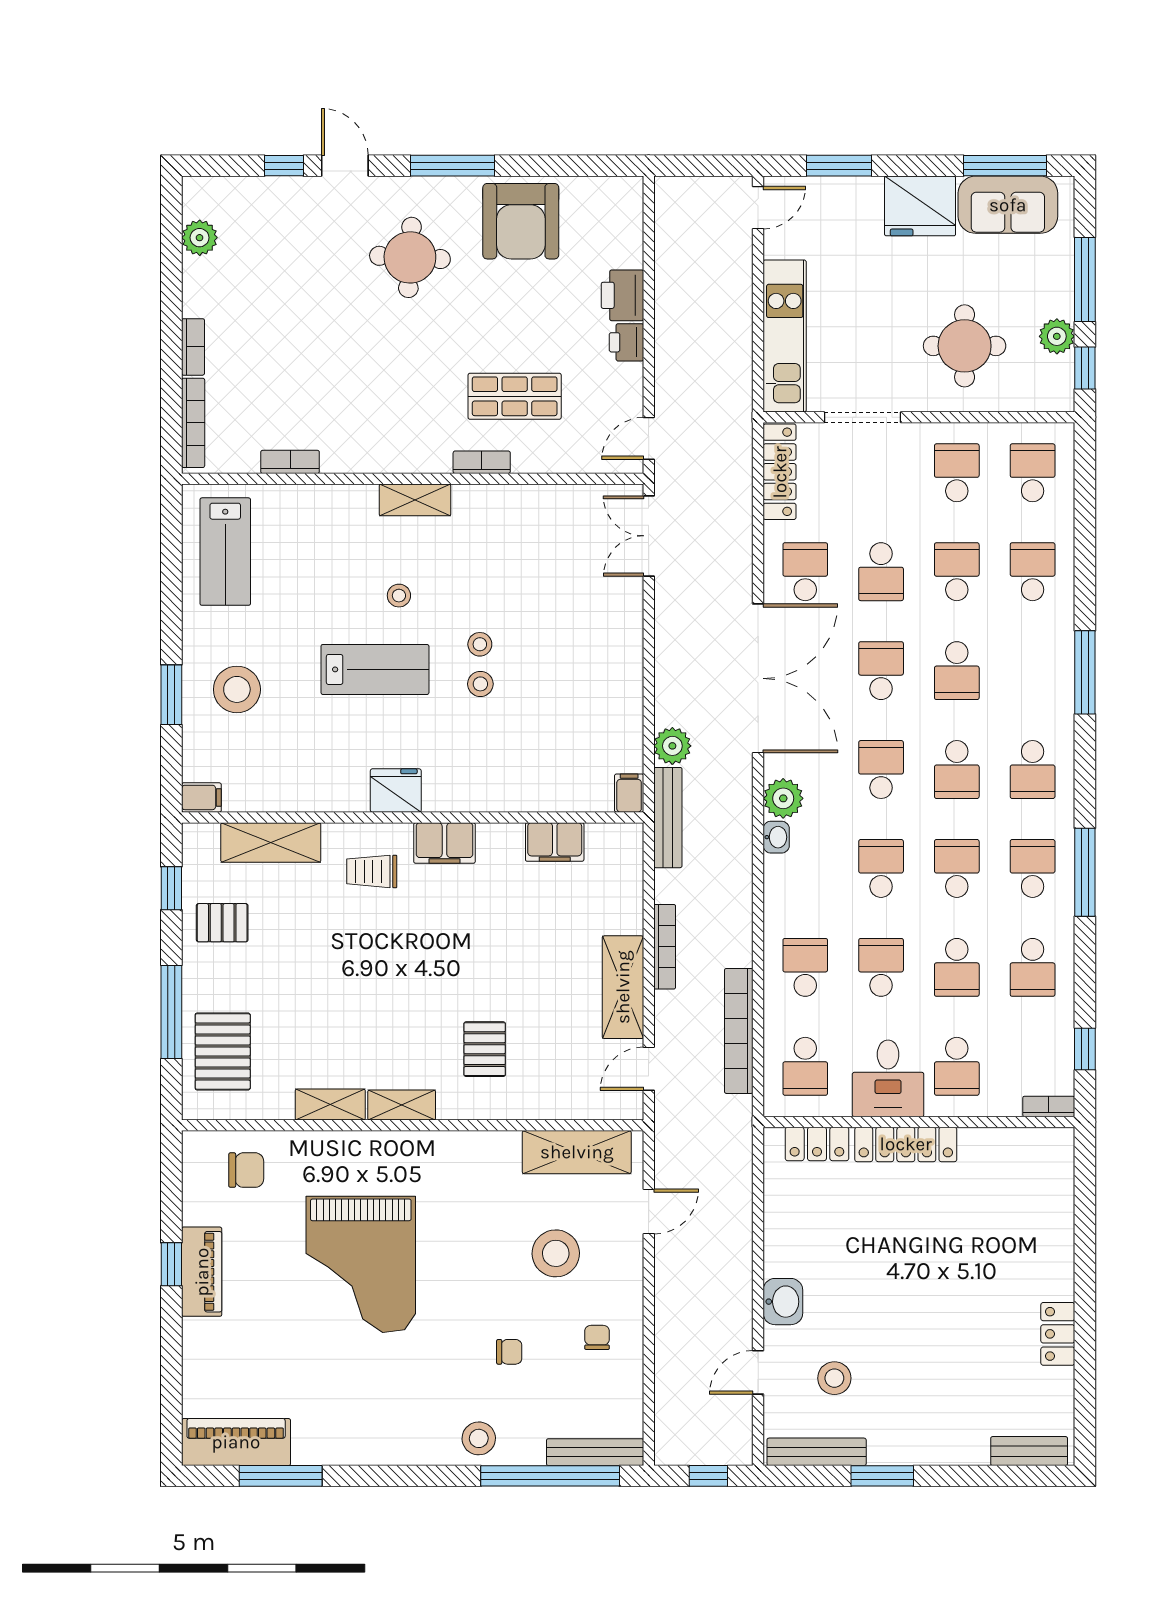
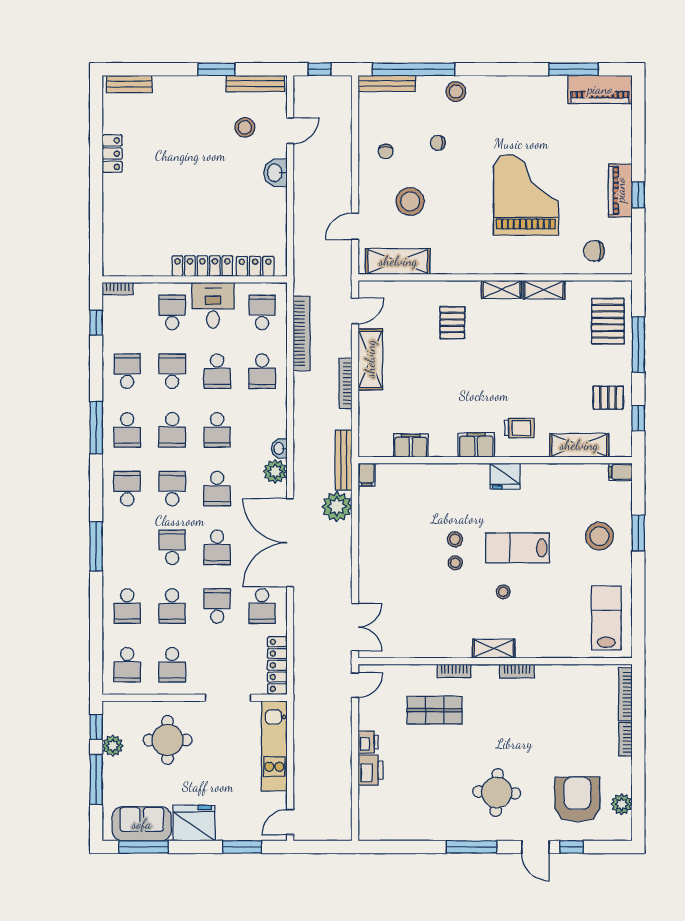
armchair: (521, 221) -> (577, 799), moved
bookcase: (290, 462) -> (517, 671), moved
plant: (672, 746) -> (337, 507), width x1.36, depth x1.36

